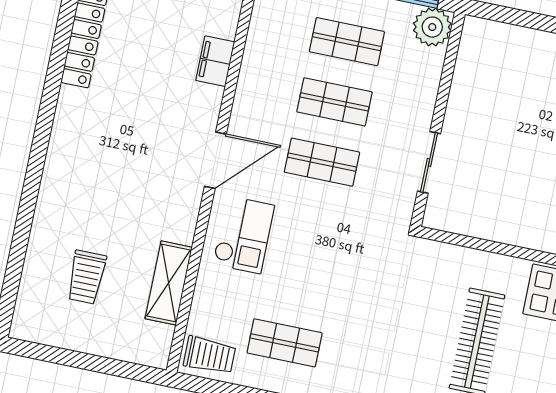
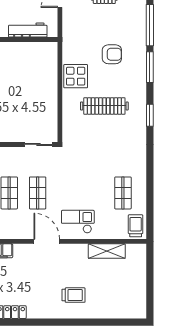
sliding door: (429, 162) -> (39, 144), moved
trolley: (86, 277) -> (74, 295), moved

